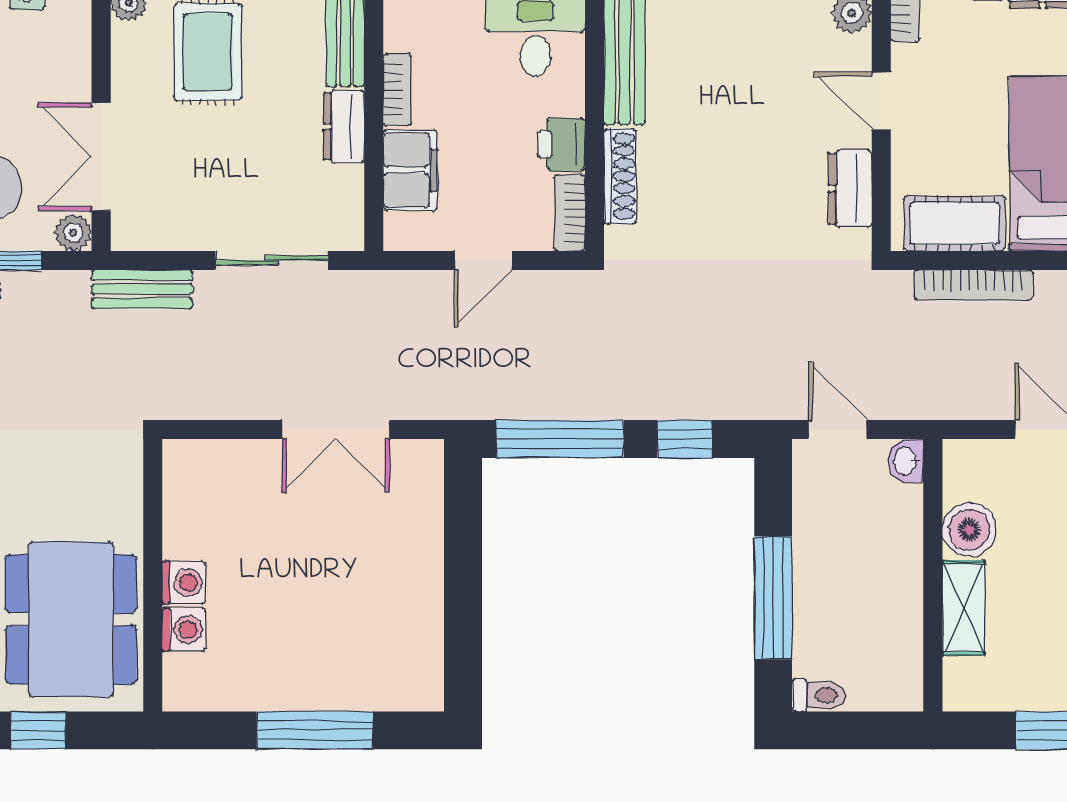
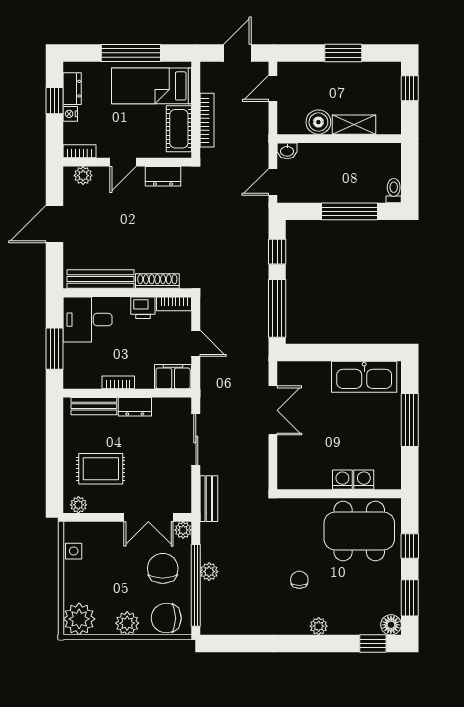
filing cabinet: (410, 170) -> (173, 377), moved
kitchen sink: (410, 630) -> (364, 377), added

